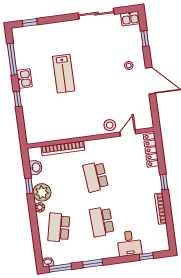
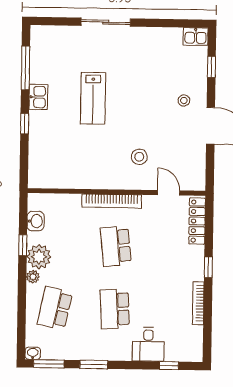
sliding door: (96, 14) -> (106, 22), moved
window: (30, 23) -> (57, 21), removed
stool: (110, 125) -> (139, 157), moved
door: (128, 133) -> (169, 193), hinge flipped
bookcase: (63, 148) -> (112, 201), moved

